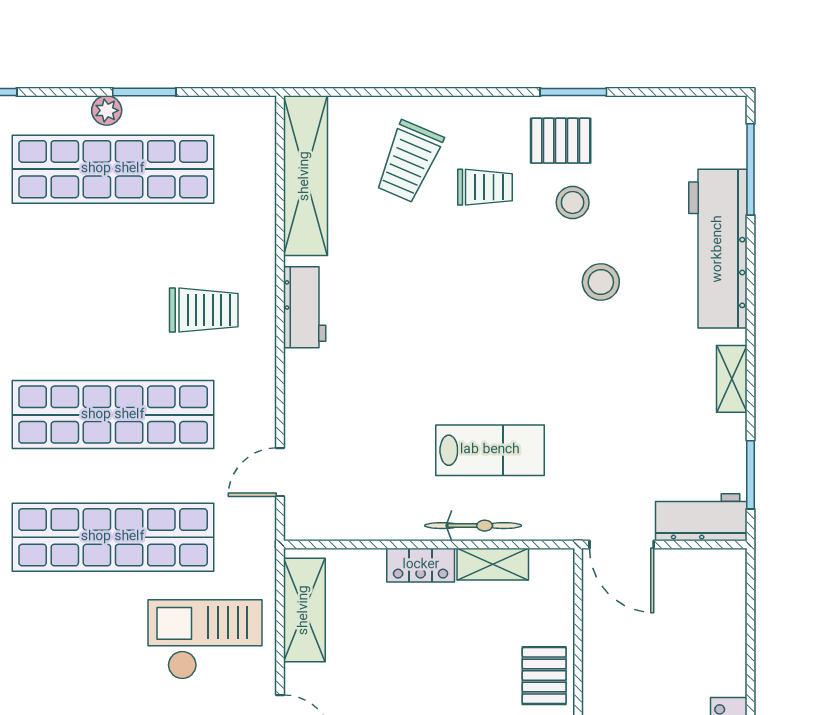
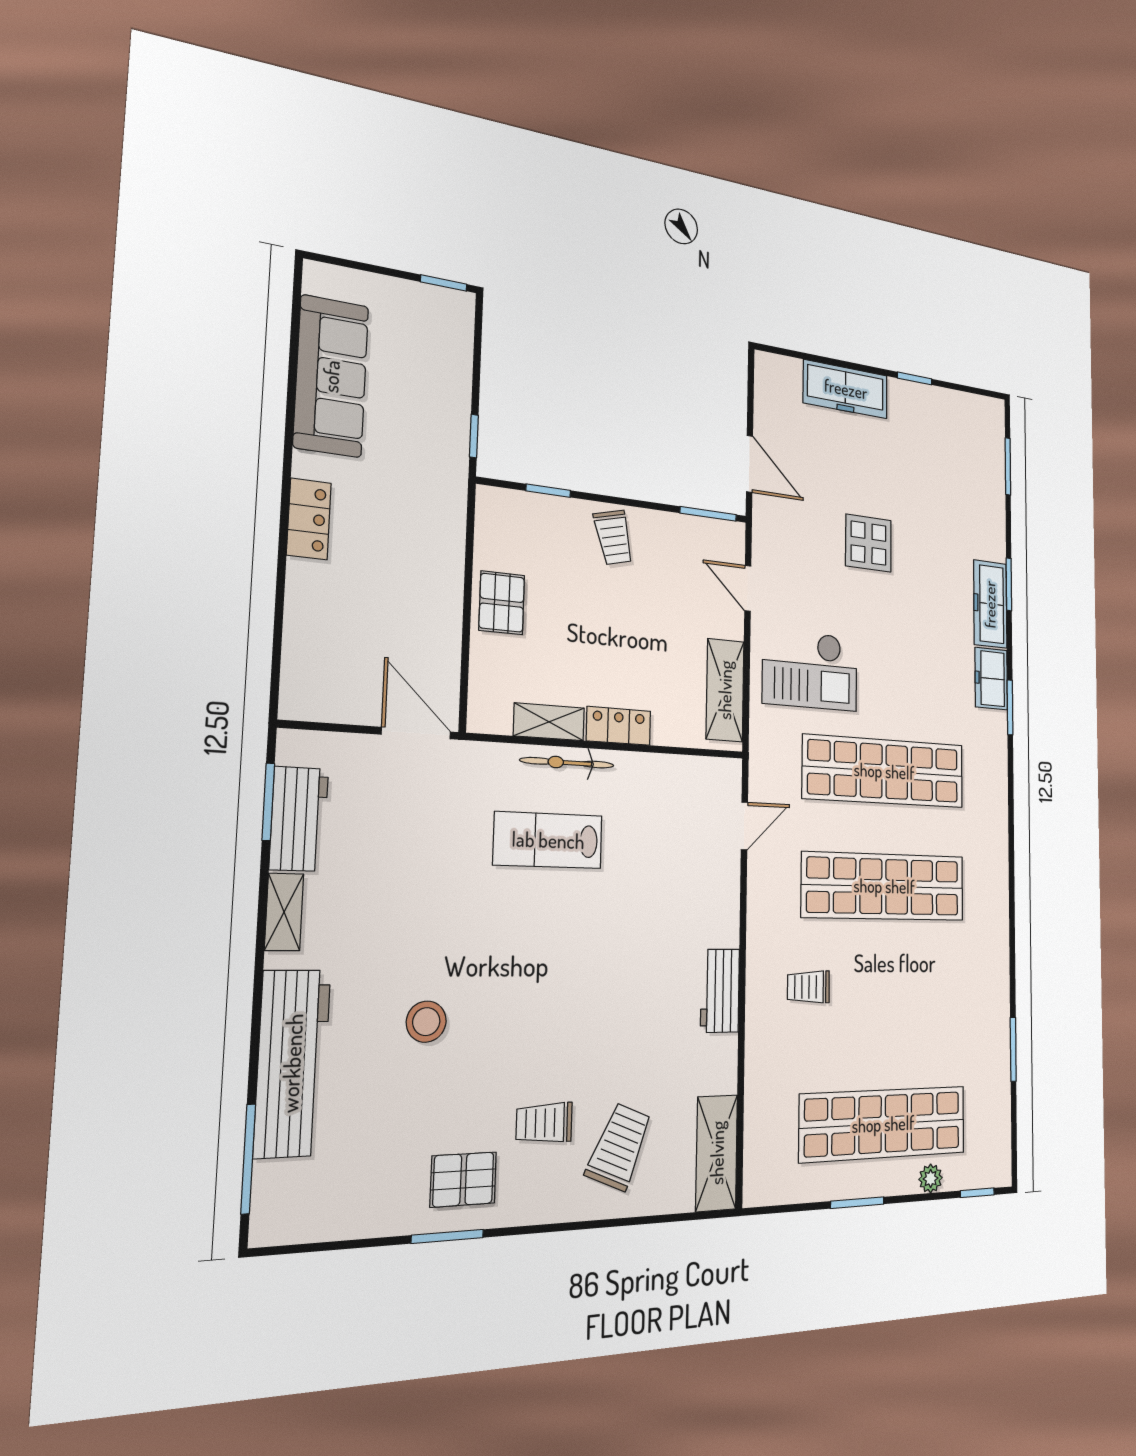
plant: (107, 110) -> (931, 1178), moved
shelving: (305, 176) -> (717, 1153), width x0.68
stool: (573, 202) -> (453, 1110), removed
trolley: (204, 310) -> (808, 987), width x0.73, depth x0.72
workbench: (701, 517) -> (299, 819), moved, turned -90

